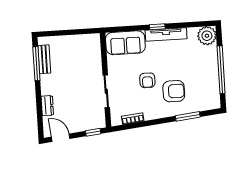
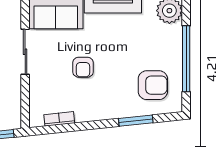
sliding door: (106, 91) -> (25, 52), moved
armchair: (174, 91) -> (153, 85), moved

